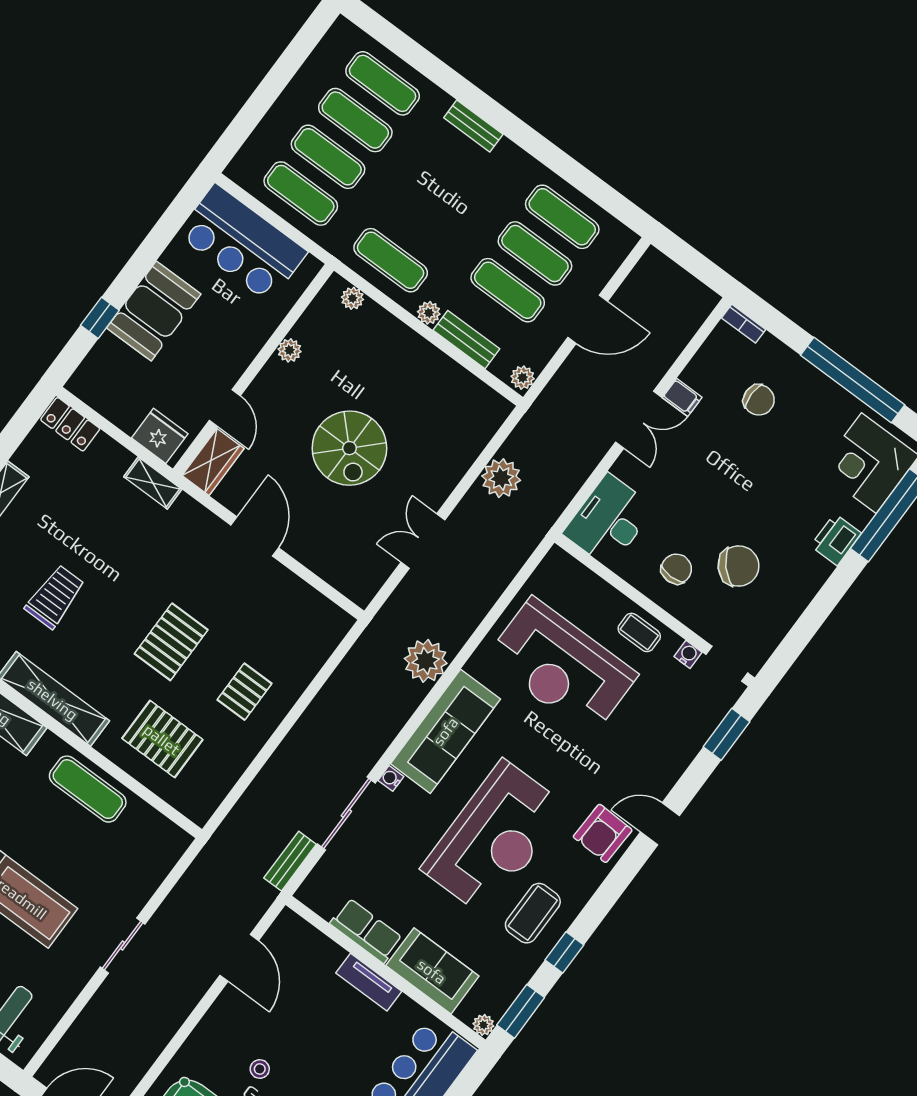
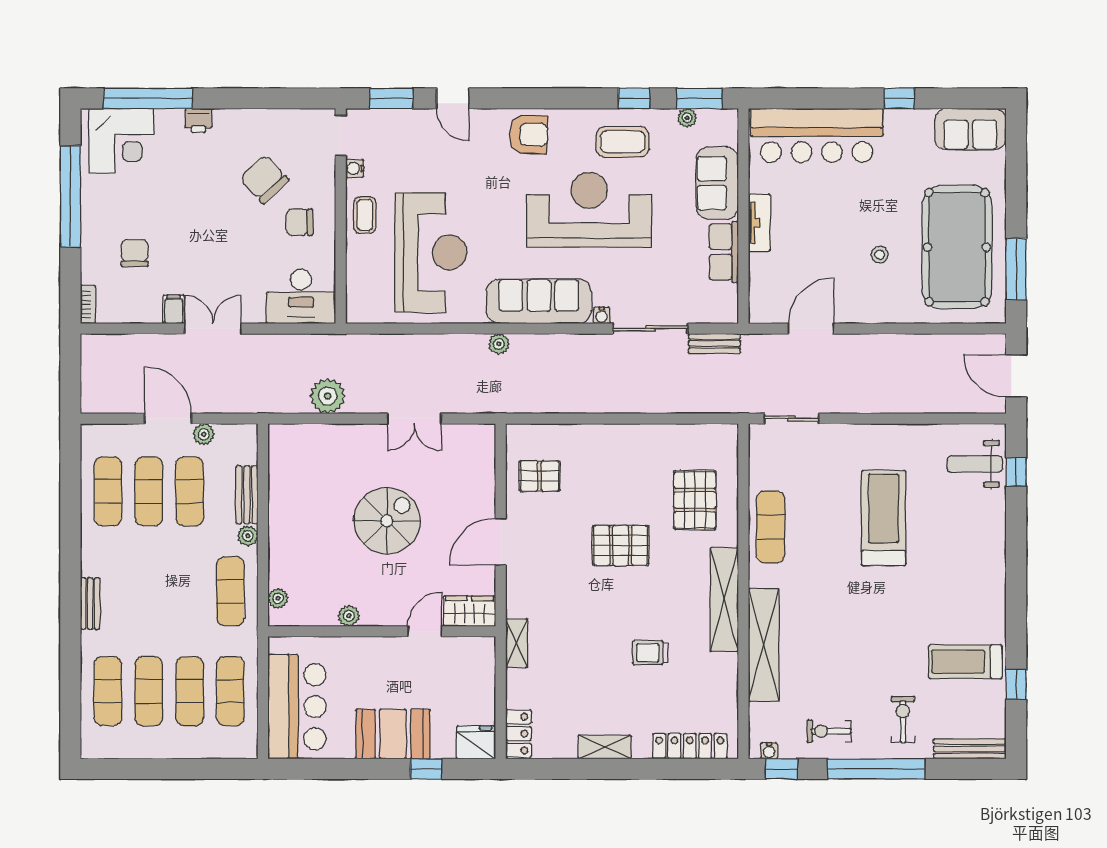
plant: (523, 378) -> (204, 434), moved
fridge: (160, 436) -> (476, 742), moved, turned 90
printer: (836, 540) -> (198, 121), width x0.73, depth x0.81
trolley: (55, 597) -> (650, 653), width x0.73, depth x0.72
plant: (426, 661) -> (499, 344), width x0.53, depth x0.53
pallet: (245, 692) -> (539, 476), moved
door: (660, 824) -> (453, 98), moved
sliding door: (123, 946) -> (791, 419), moved
plant: (483, 1025) -> (687, 118), moved

